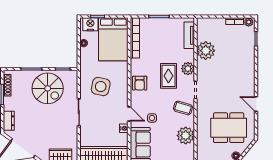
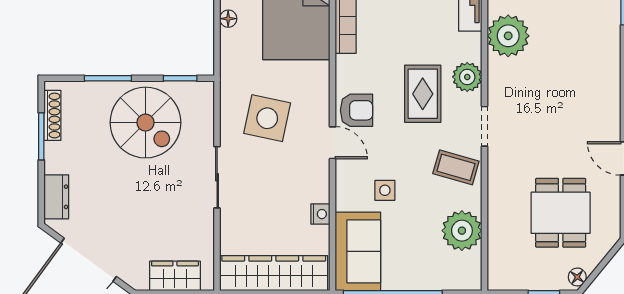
armchair: (140, 83) -> (357, 110), turned -90
door: (129, 114) -> (332, 143), moved
dining table: (229, 128) -> (561, 213), width x0.73

